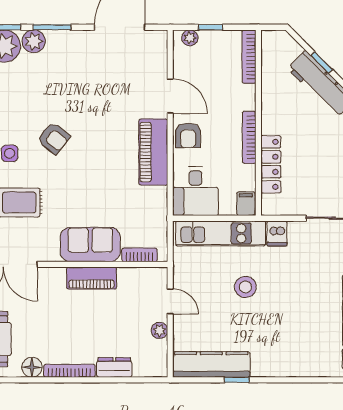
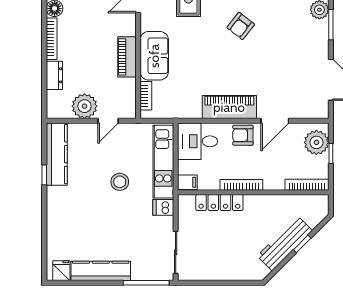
plant: (190, 38) -> (316, 142), width x1.88, depth x1.88
plant: (159, 330) -> (84, 106), width x1.88, depth x1.88

